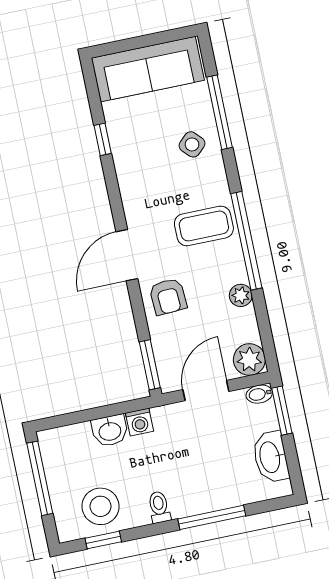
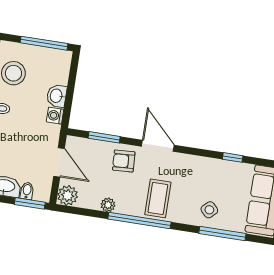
window: (150, 365) -> (104, 137), moved
bidet: (259, 394) -> (27, 191), moved

